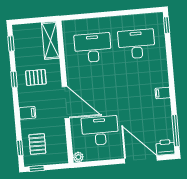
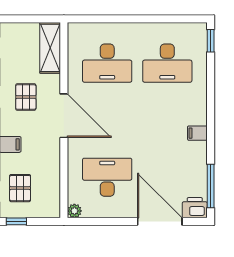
desk: (137, 44) -> (167, 63), turned 180
desk: (93, 48) -> (107, 63), turned 180
pallet: (36, 77) -> (26, 97), turned 90
door: (66, 102) -> (64, 116), moved

